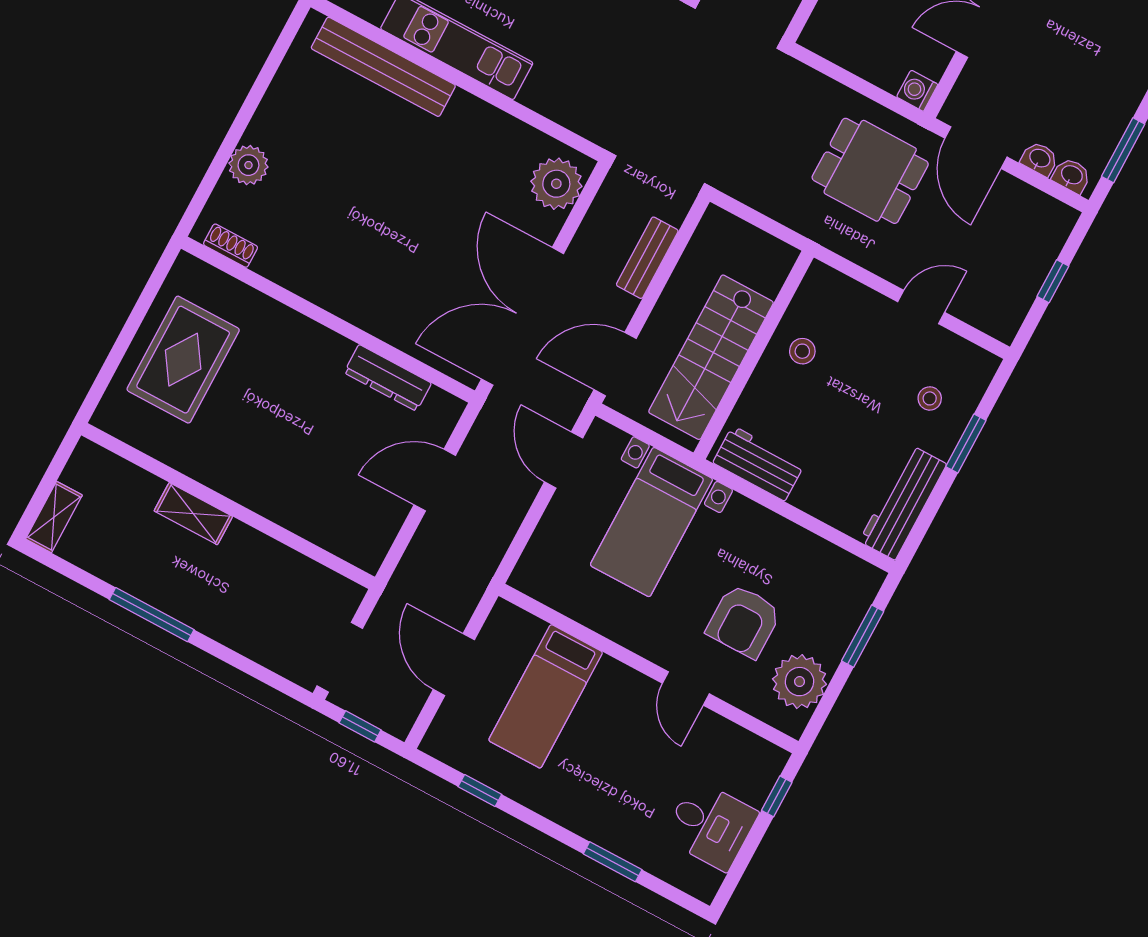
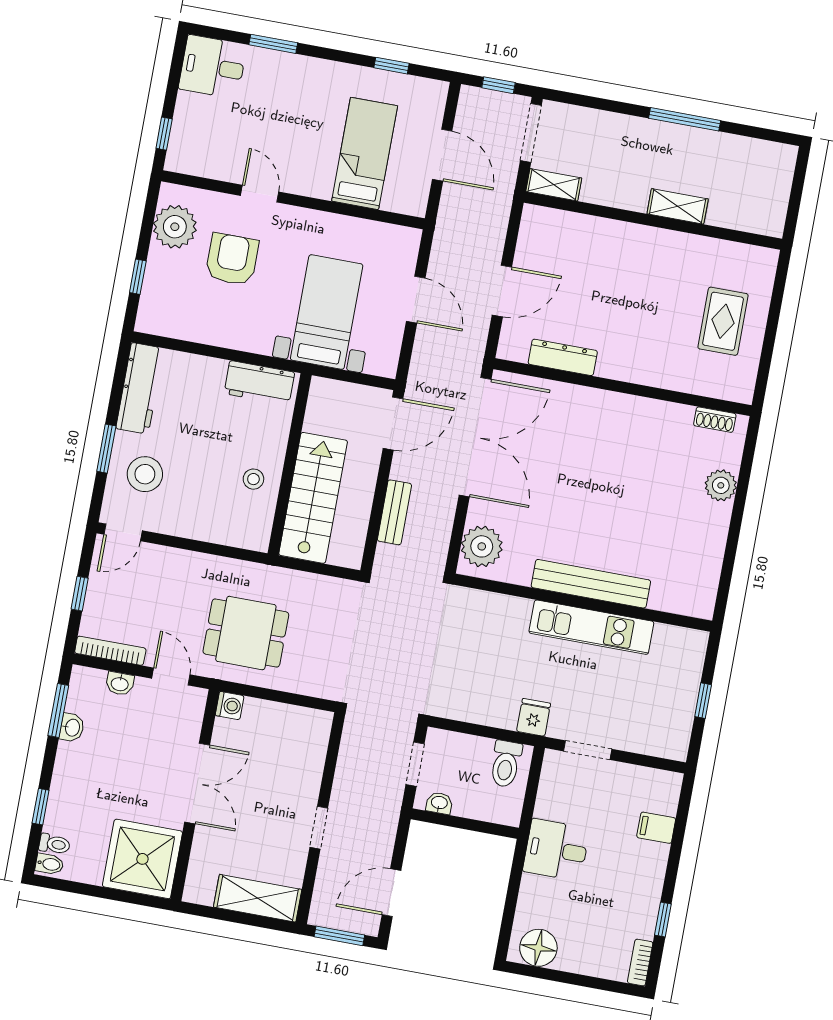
bench: (383, 67) -> (591, 584), moved
door: (976, 148) -> (171, 677), width x0.73
washbasin: (1072, 175) -> (72, 728), moved, turned -90
bookcase: (1038, 202) -> (110, 651), added
door: (921, 307) -> (123, 532), moved
stairs: (711, 357) -> (313, 498), moved
rug: (183, 360) -> (723, 321), width x0.73, depth x0.70
stool: (930, 398) -> (145, 474), width x1.89, depth x1.89
door: (564, 460) -> (416, 300), moved
shelving: (54, 517) -> (554, 185), moved, turned 90
window: (863, 636) -> (138, 277), width x0.67
desk: (711, 825) -> (213, 67), moved

